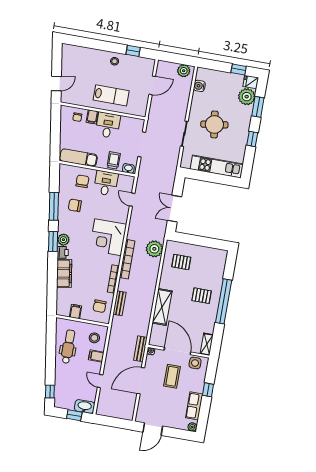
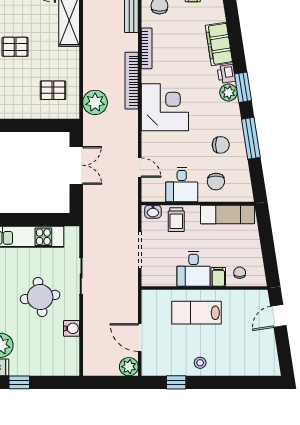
plant: (184, 71) -> (129, 367), moved
door: (152, 85) -> (140, 338), hinge flipped
water cooler: (199, 86) -> (72, 328), moved

